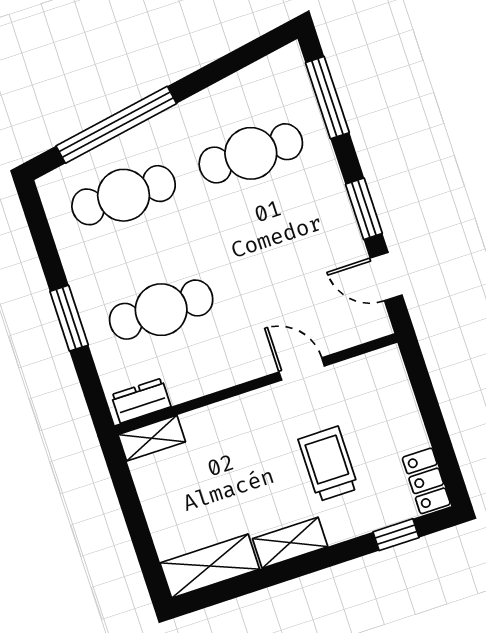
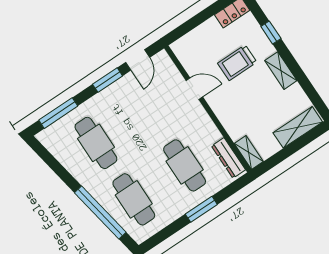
door: (302, 369) -> (194, 89), swing flipped
dresser: (141, 401) -> (228, 158), width x1.44
window: (396, 535) -> (271, 33), moved
shelving: (210, 566) -> (298, 127), moved, turned 90

